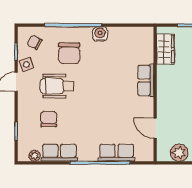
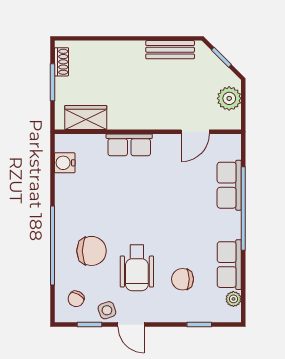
water cooler: (100, 34) -> (65, 163), moved

